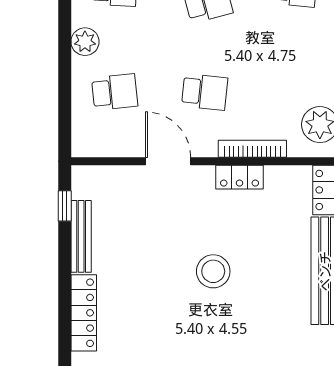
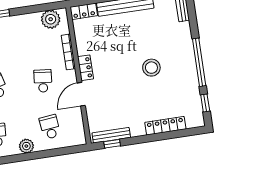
locker: (240, 177) -> (86, 68), moved
bench: (81, 236) -> (111, 135), moved
stool: (213, 271) -> (151, 68), moved

